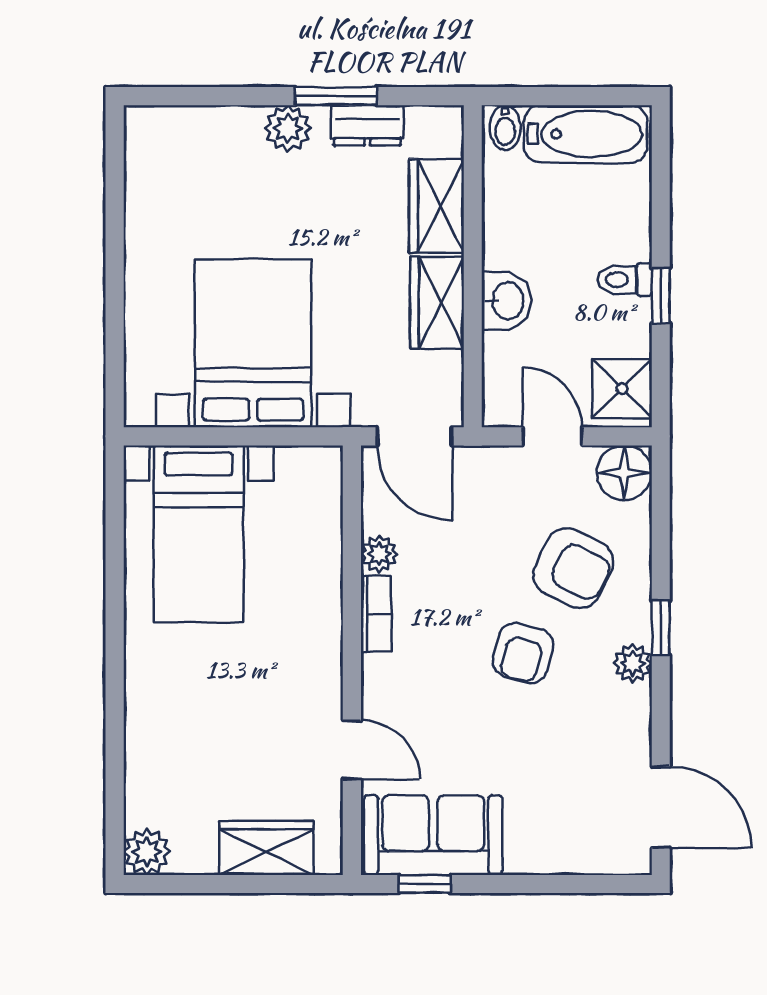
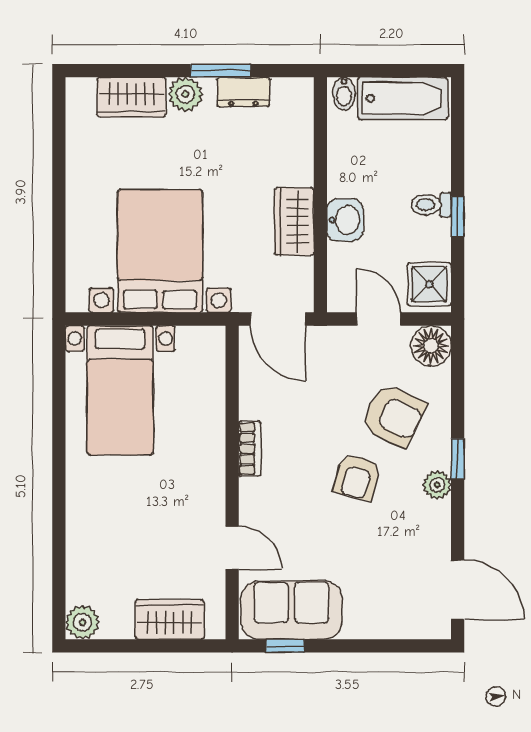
wardrobe: (437, 206) -> (131, 97), moved, turned -90
plant: (379, 554) -> (252, 405), removed

